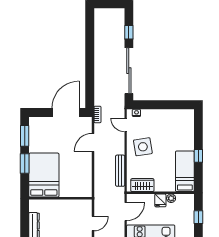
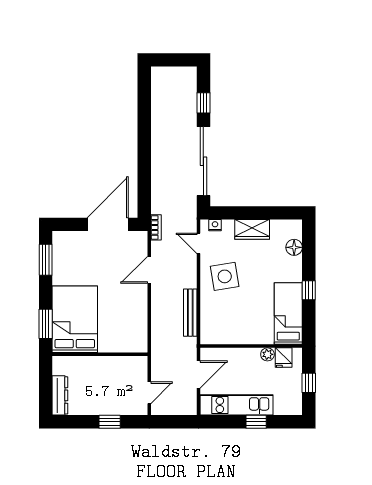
floor lamp: (189, 128) -> (294, 247), added
window: (25, 163) -> (46, 324), moved
wardrobe: (142, 185) -> (252, 229), moved, turned 180
fridge: (160, 200) -> (284, 358), moved

